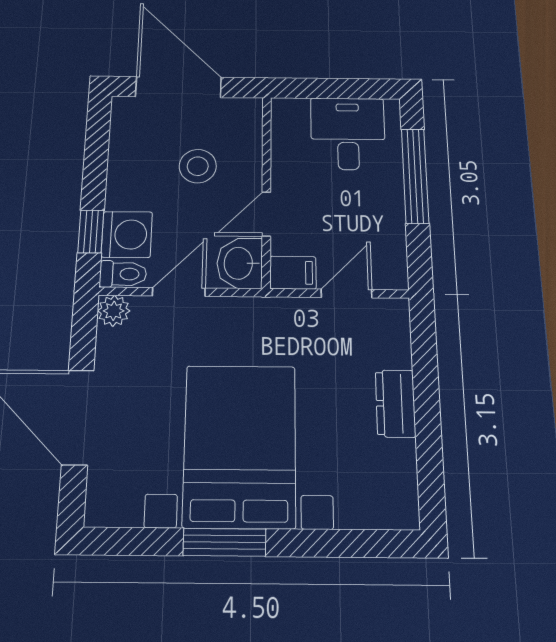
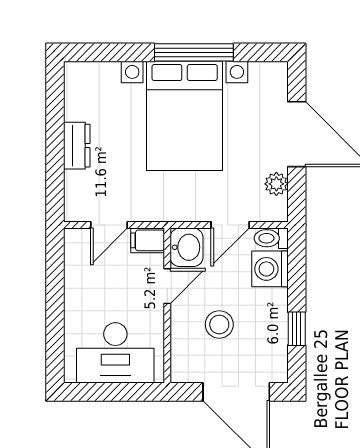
desk: (348, 134) -> (115, 353), width x1.37
window: (415, 176) -> (55, 318), removed
window: (91, 232) -> (297, 329), moved
plant: (114, 311) -> (276, 184), moved
window: (224, 542) -> (194, 52), width x1.44

